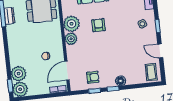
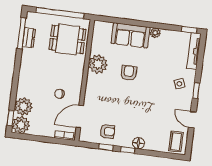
plant: (71, 39) -> (93, 81), removed

